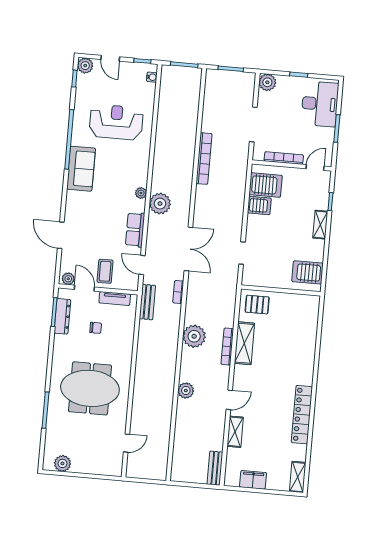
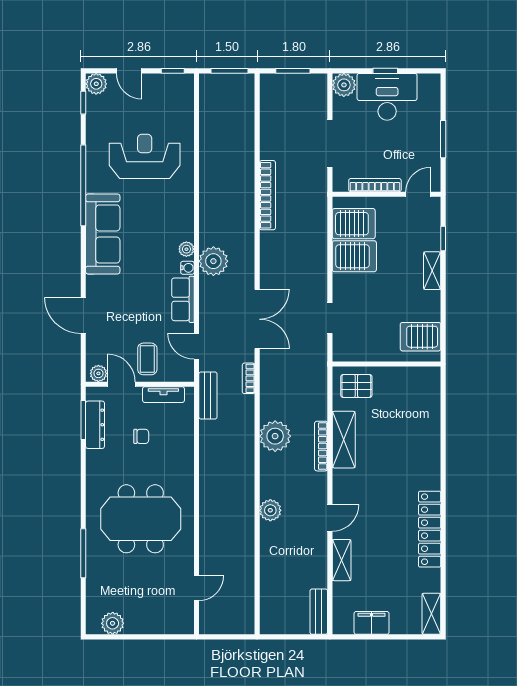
water cooler: (152, 77) -> (187, 268), moved
desk: (320, 104) -> (387, 97), moved, turned -90
sofa: (81, 169) -> (103, 234), width x1.36
server rack: (259, 205) -> (354, 256), width x1.36, depth x1.44

